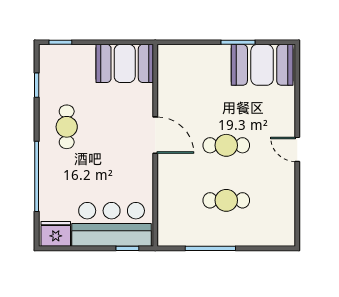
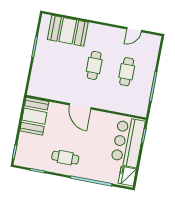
booth: (262, 65) -> (68, 31), moved, turned 90
door: (155, 135) -> (80, 106), swing flipped
door: (297, 149) -> (134, 30), moved

